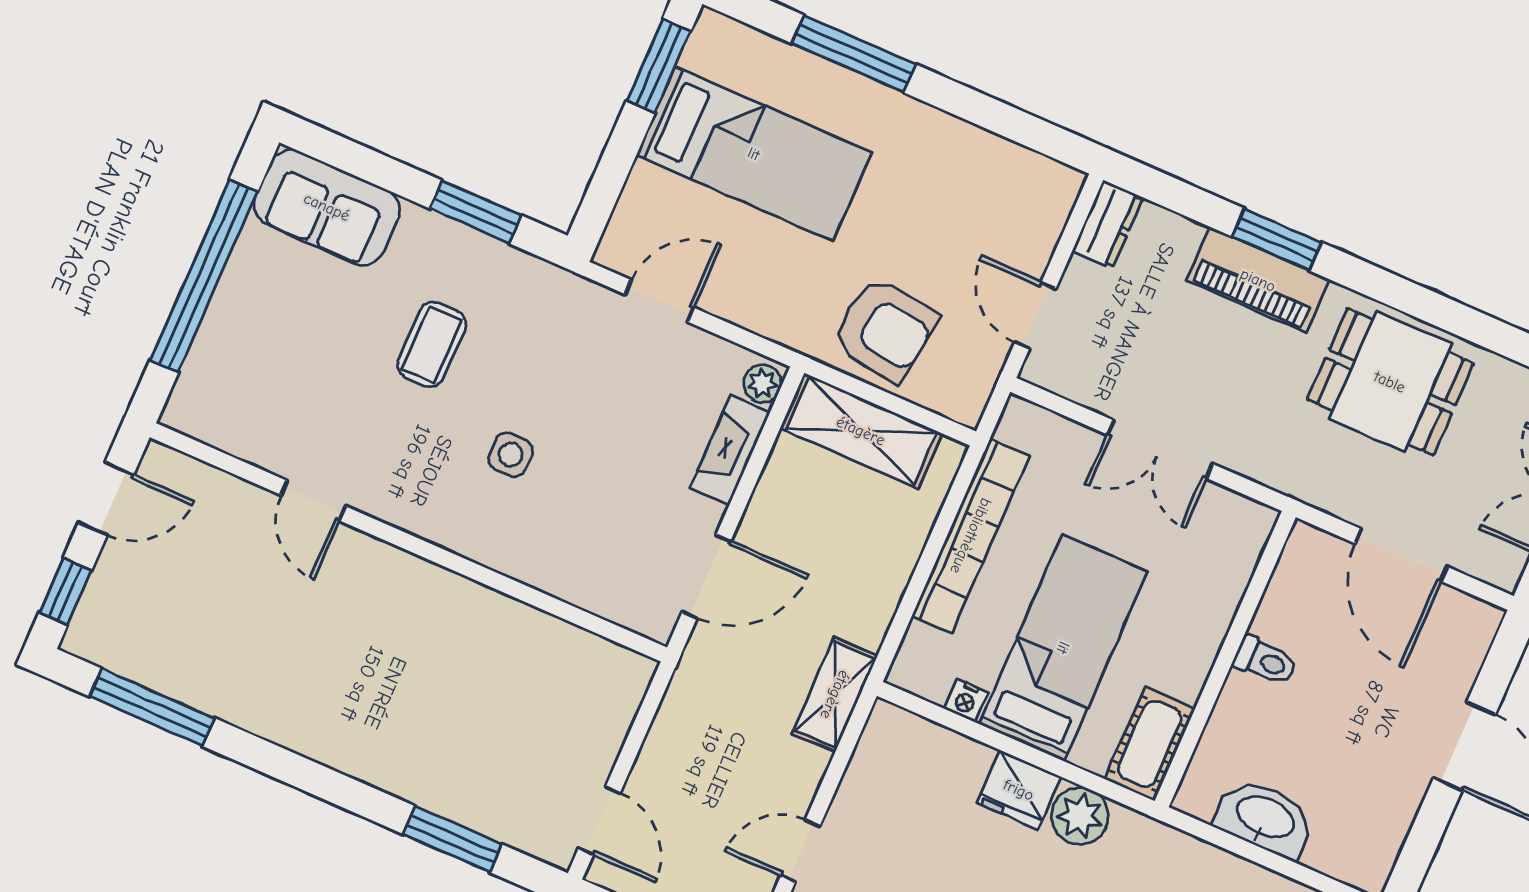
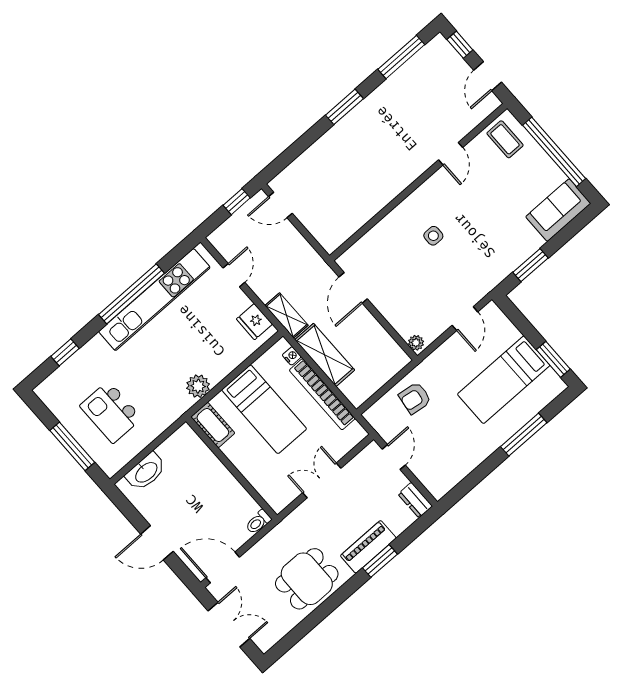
door: (1035, 315) -> (394, 457), hinge flipped
armchair: (885, 329) -> (415, 398), width x0.72, depth x0.72
coffee table: (432, 344) -> (505, 139), moved
shelving: (861, 431) -> (325, 355), moved, turned 90
fireplace: (730, 450) -> (397, 319), removed
door: (313, 501) -> (451, 154), swing flipped
door: (1401, 555) -> (223, 567), moved
toilet: (1265, 661) -> (258, 522), moved
nightstand: (966, 700) -> (292, 356), moved, turned 90
fridge: (1019, 790) -> (254, 322), moved, turned -90
washbasin: (1265, 818) -> (146, 472), moved
window: (452, 839) -> (345, 107), moved

